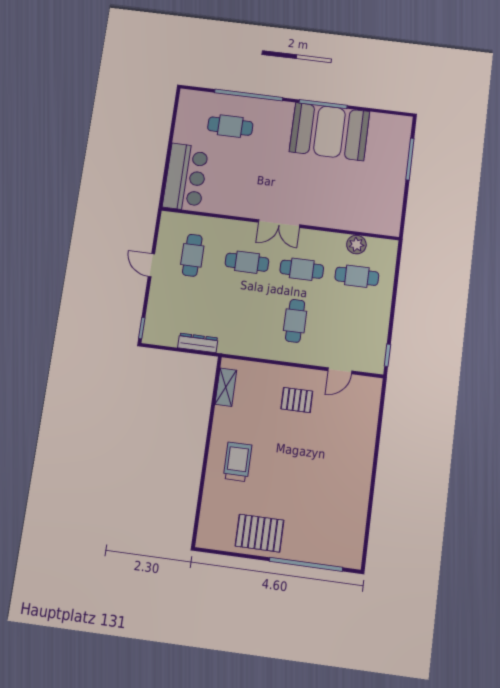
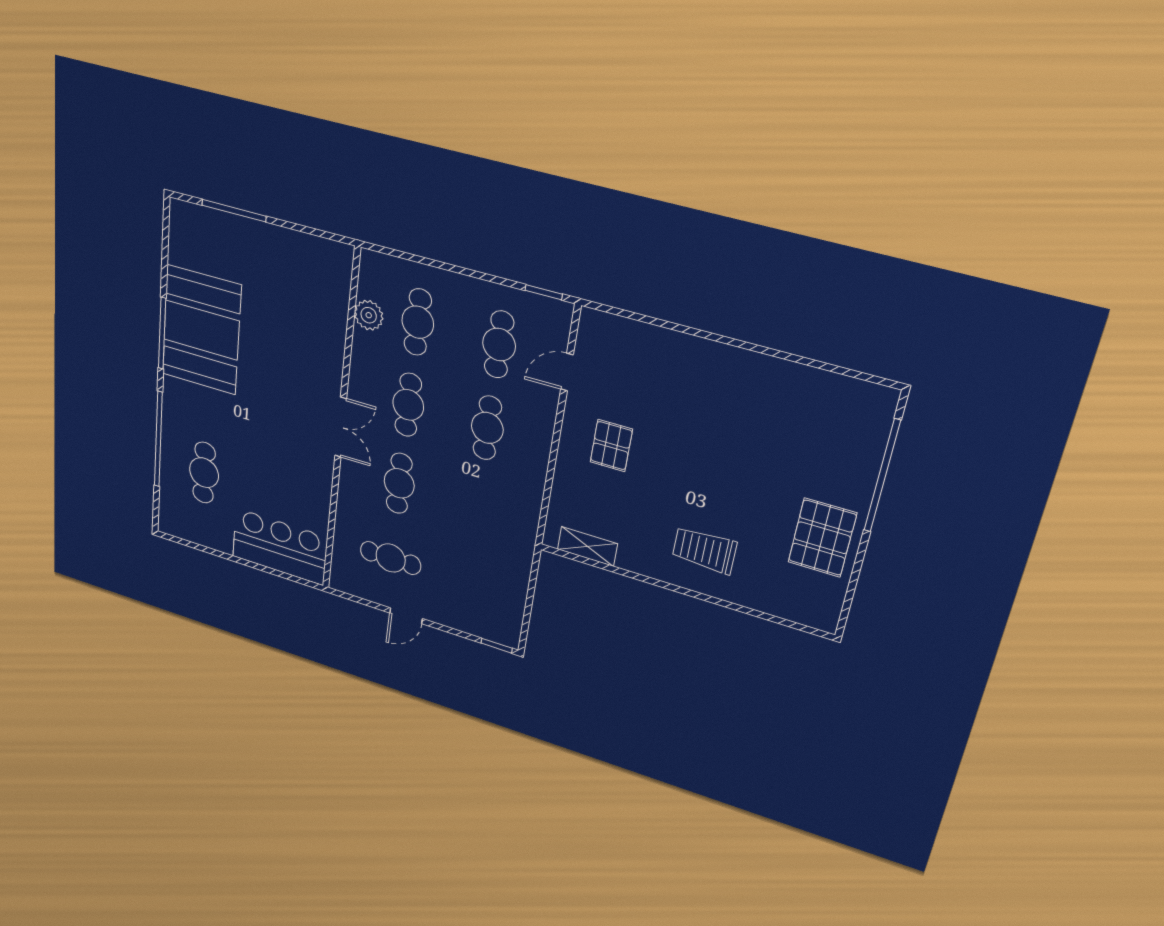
cafe table: (295, 321) -> (487, 428), turned 90
cafe table: (351, 328) -> (499, 345), added
dresser: (198, 343) -> (519, 574), removed
door: (340, 371) -> (567, 372), swing flipped

